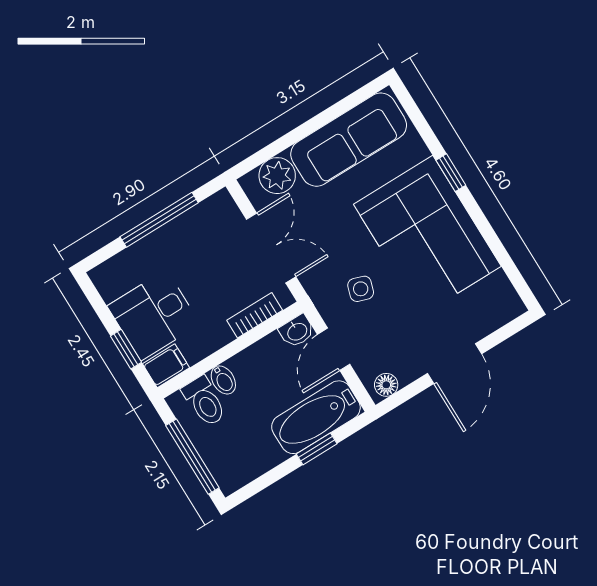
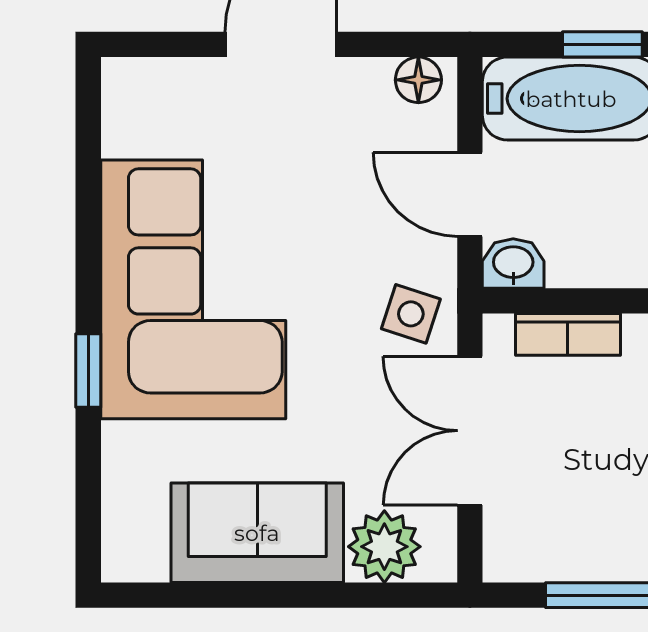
sofa: (349, 140) -> (257, 533), width x0.73
side table: (361, 289) -> (411, 314), moved
door: (334, 349) -> (470, 194), swing flipped

